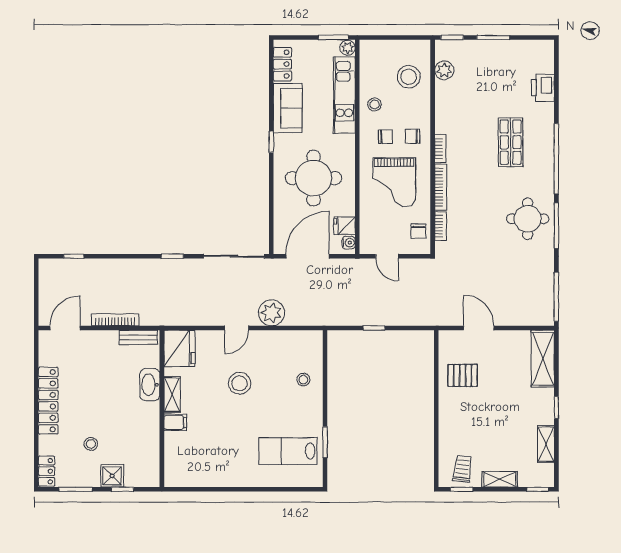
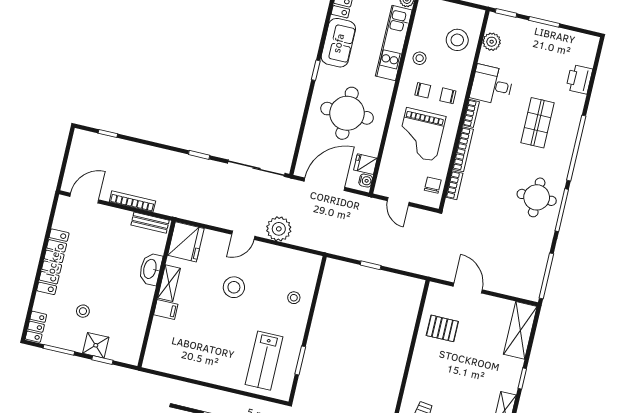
desk: (455, 114) -> (492, 85), added
chair: (418, 231) -> (433, 185), turned 180
lab bench: (288, 451) -> (264, 361), turned -90

